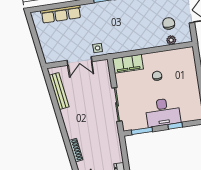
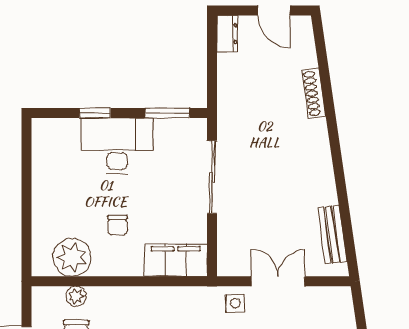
plant: (176, 58) -> (72, 257), added
bench: (59, 91) -> (332, 234), width x0.73

